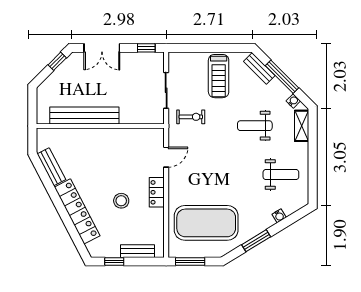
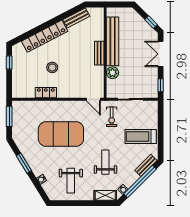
window: (282, 77) -> (140, 181), width x1.46
plant: (129, 116) -> (112, 73), added
door: (166, 157) -> (93, 99), moved
locker: (157, 192) -> (46, 93), moved
exercise mat: (206, 223) -> (61, 134), moved, turned 90
bench: (138, 251) -> (99, 53), moved

